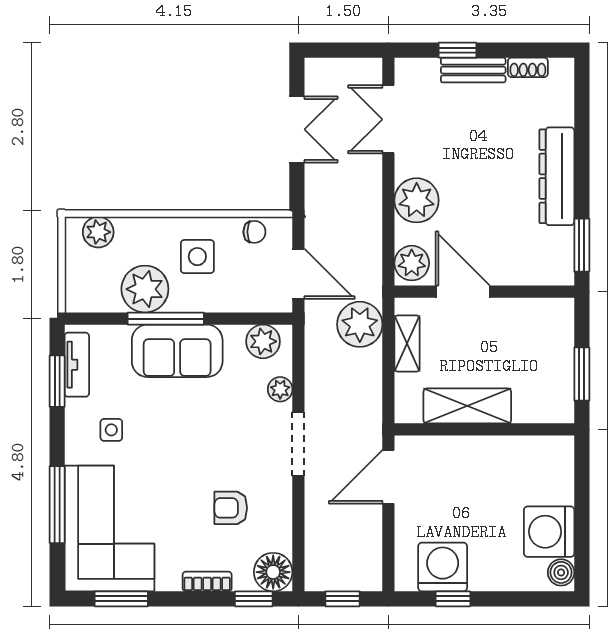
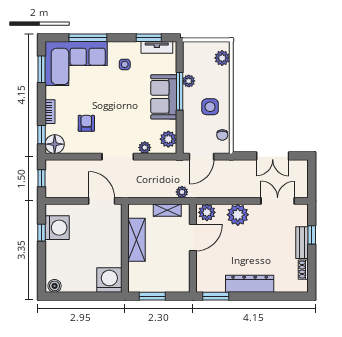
plant: (145, 289) -> (189, 81), width x0.53, depth x0.53
plant: (360, 324) -> (182, 192), width x0.53, depth x0.53
washing machine: (549, 532) -> (109, 280), moved

